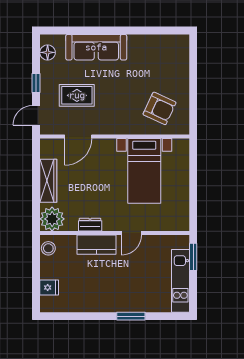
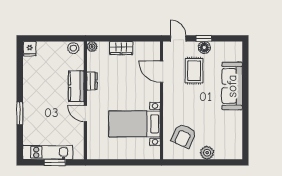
floor lamp: (48, 52) -> (204, 47), moved
plant: (181, 79) -> (207, 153), added
wardrobe: (48, 181) -> (121, 48), width x0.67
plant: (52, 219) -> (92, 47), width x0.53, depth x0.53
window: (193, 257) -> (55, 162), moved
fridge: (49, 288) -> (30, 49), moved

